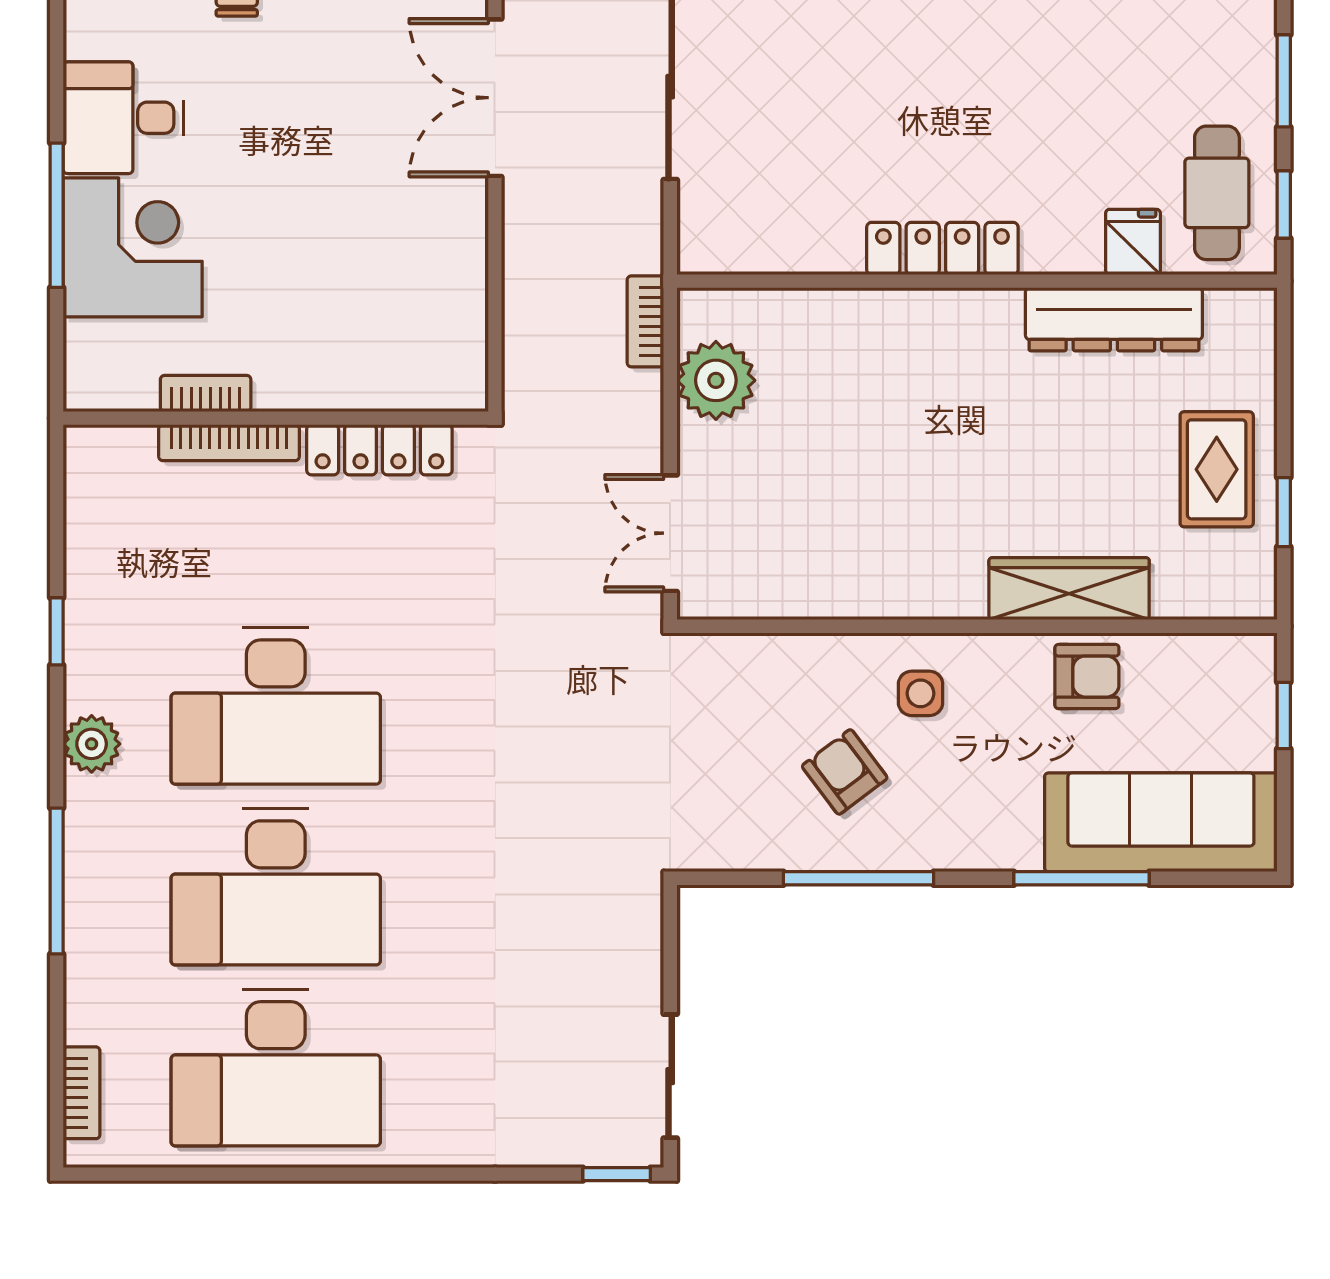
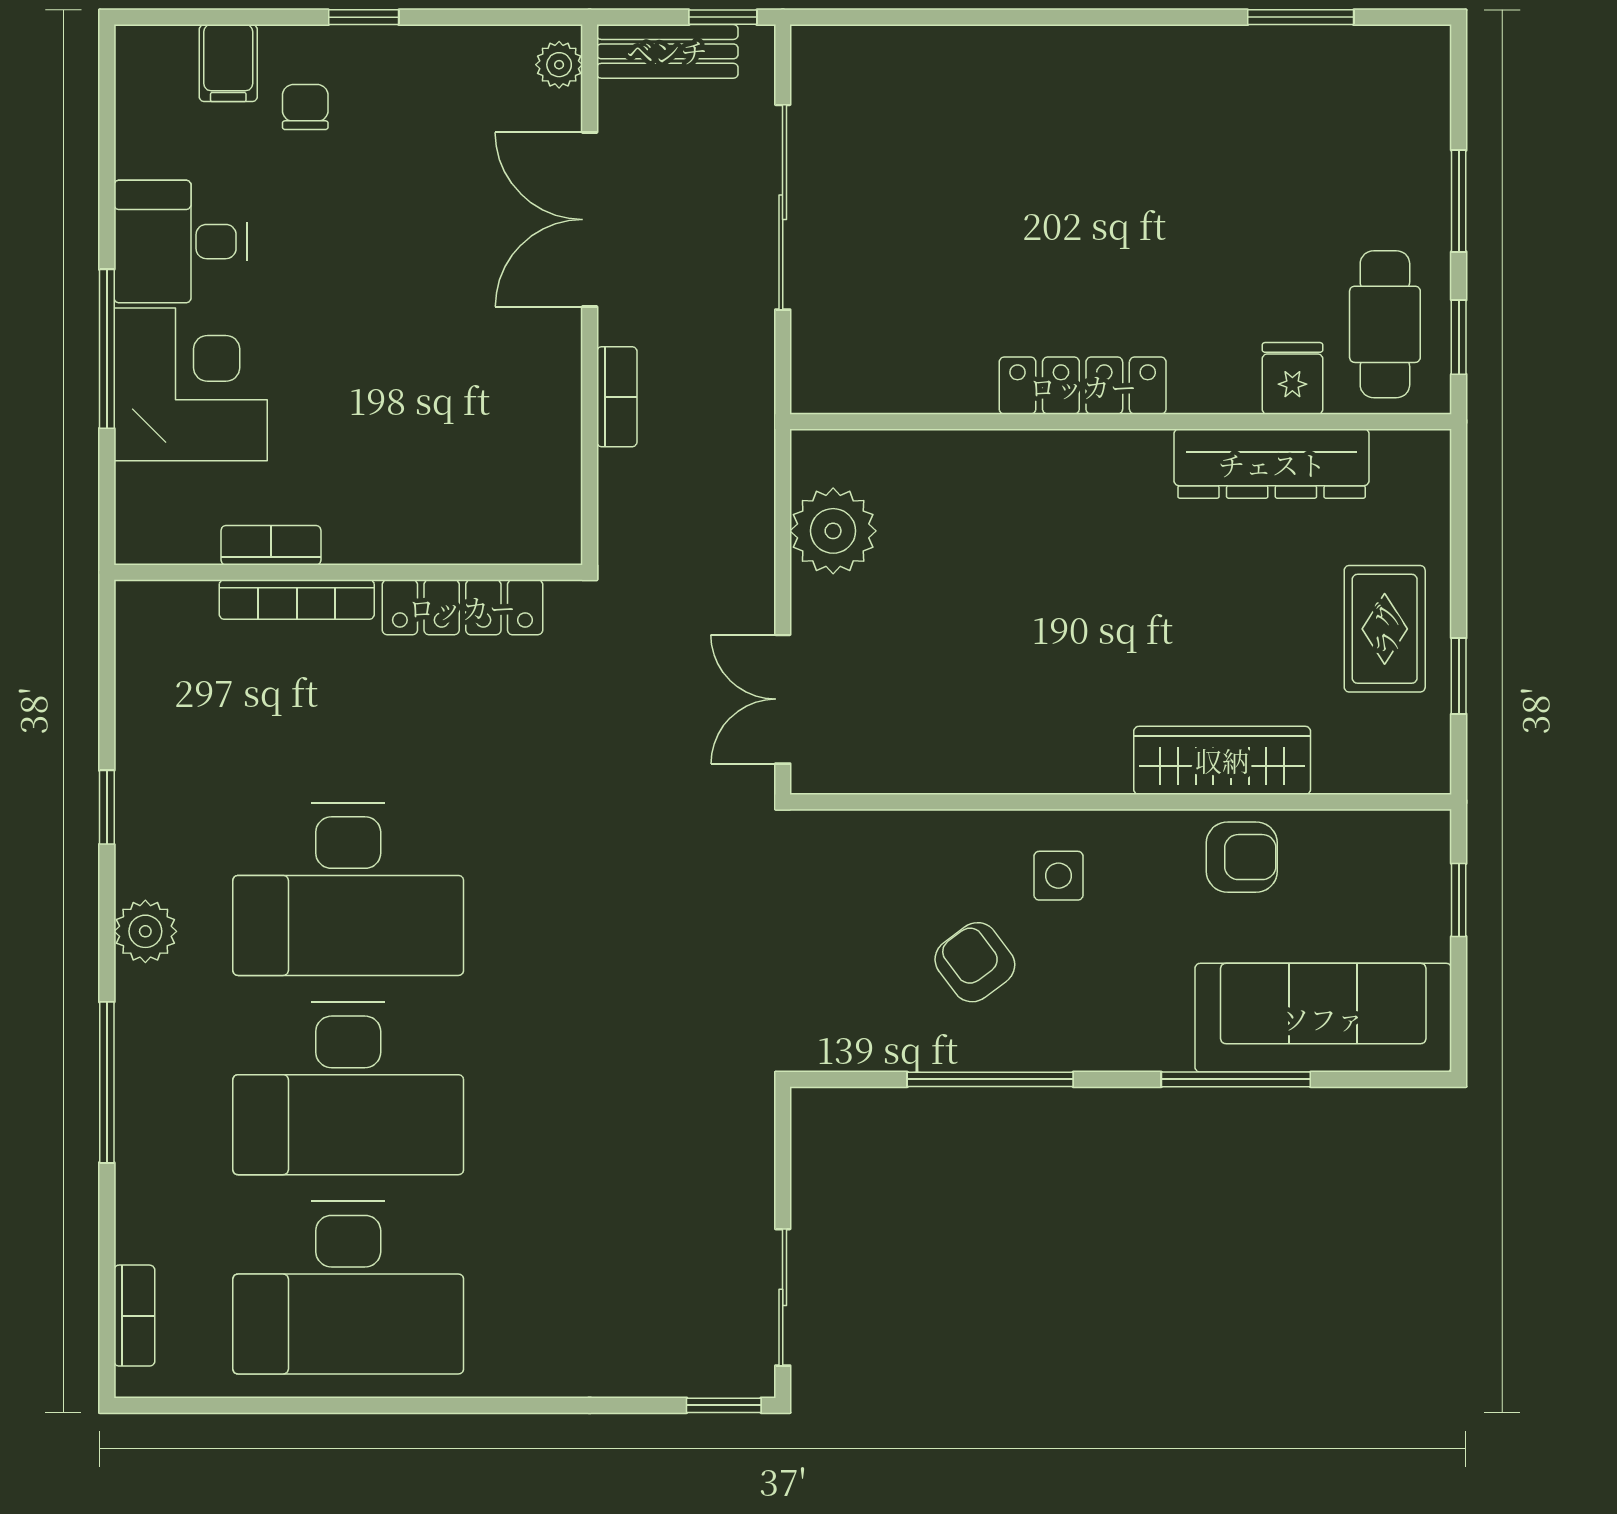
bookcase: (645, 321) -> (617, 397), moved, turned 180

